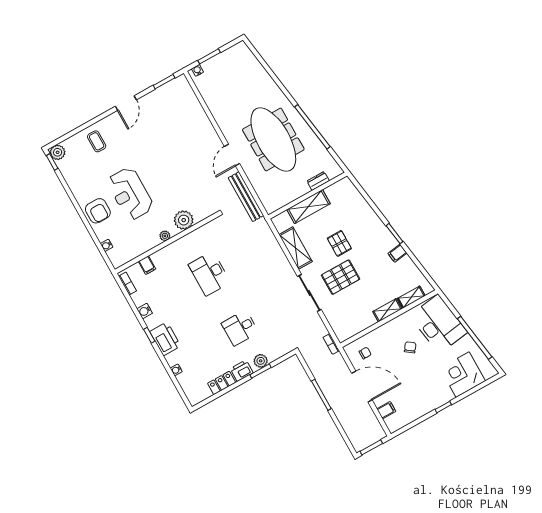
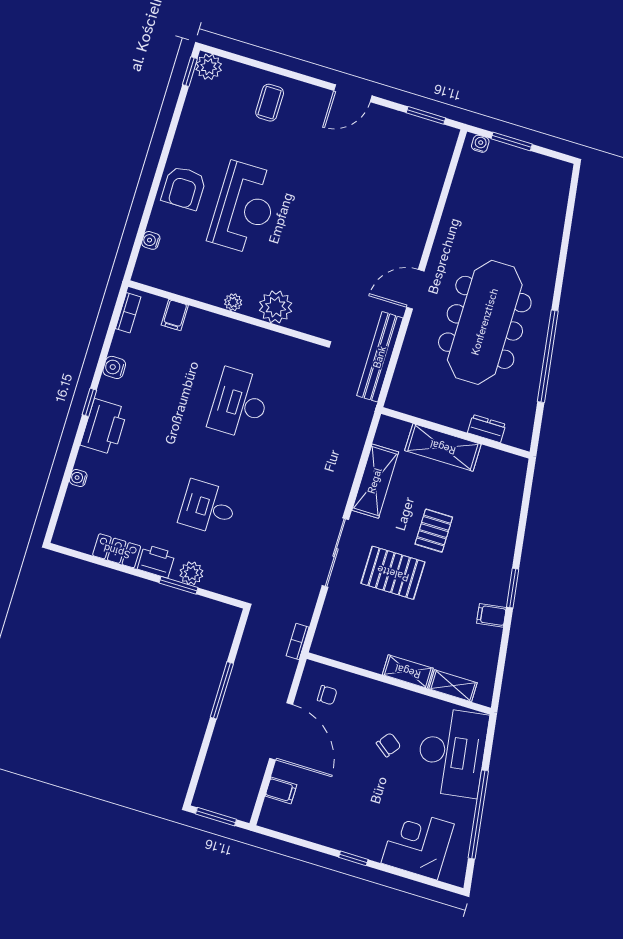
reception desk: (130, 194) -> (244, 208), turned 180

